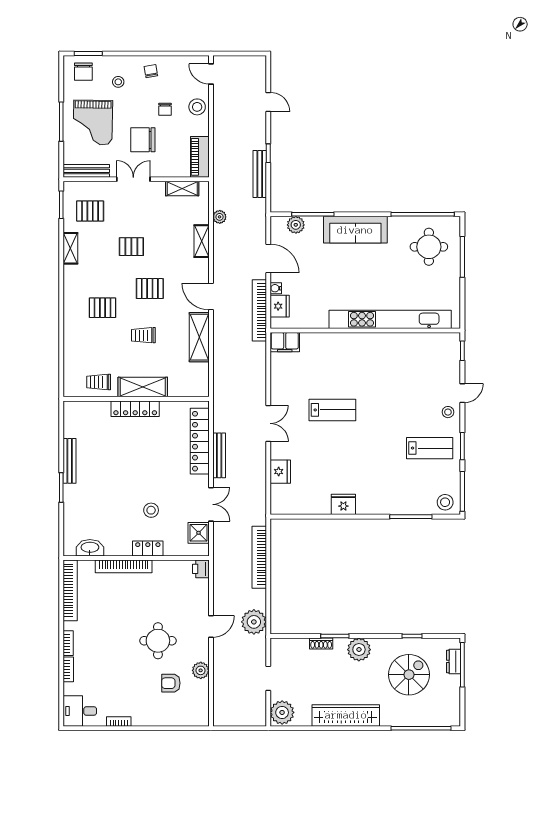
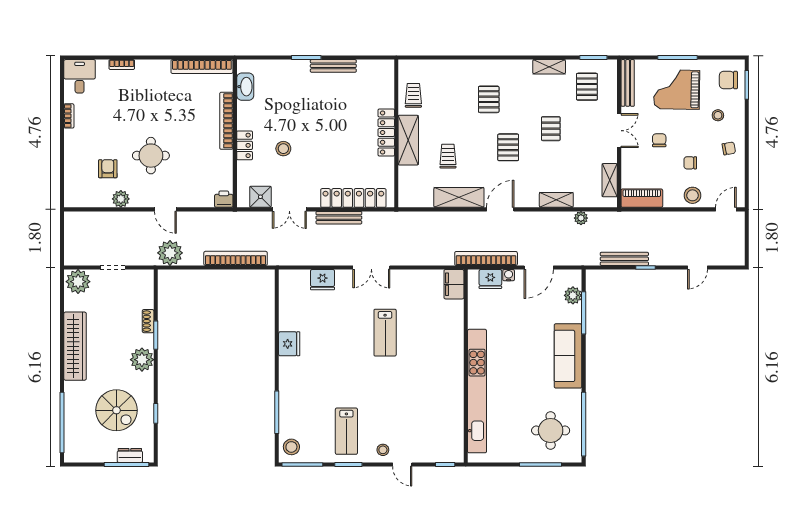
chair: (143, 140) -> (659, 140), width x0.54, depth x0.54
trolley: (143, 335) -> (448, 156), moved
bookcase: (68, 643) -> (148, 65), removed

